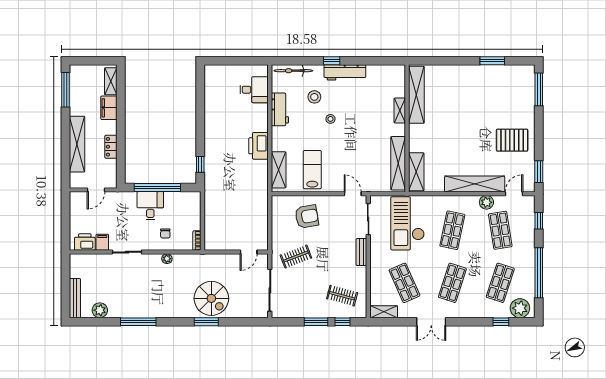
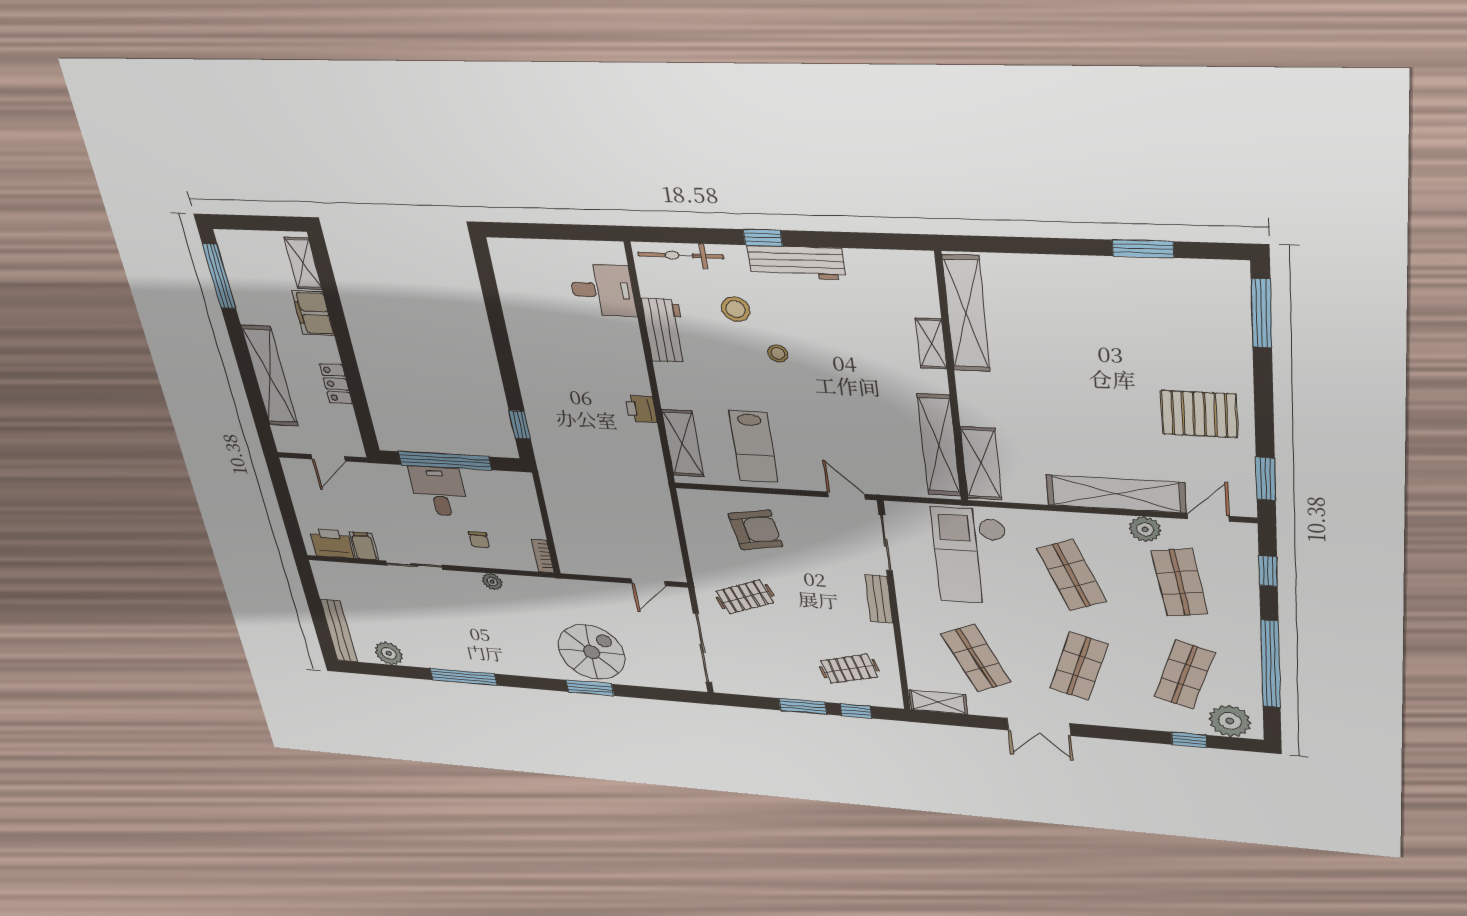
printer: (259, 146) -> (641, 409), width x0.53, depth x0.68
lab bench: (312, 170) -> (753, 447), turned 180
shop shelf: (452, 230) -> (1072, 575), turned -33
clothes rail: (342, 296) -> (849, 669), turned -30
spiral stairs: (211, 298) -> (592, 652), turned -90

